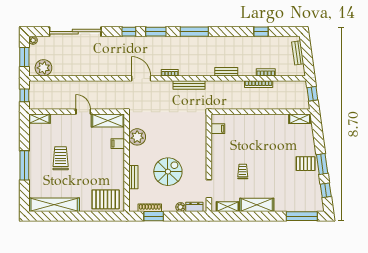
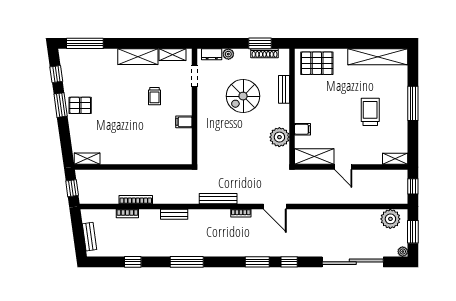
window: (194, 32) -> (187, 262), moved
filing cabinet: (218, 129) -> (184, 122), moved
trolley: (61, 158) -> (370, 112), turned 180

